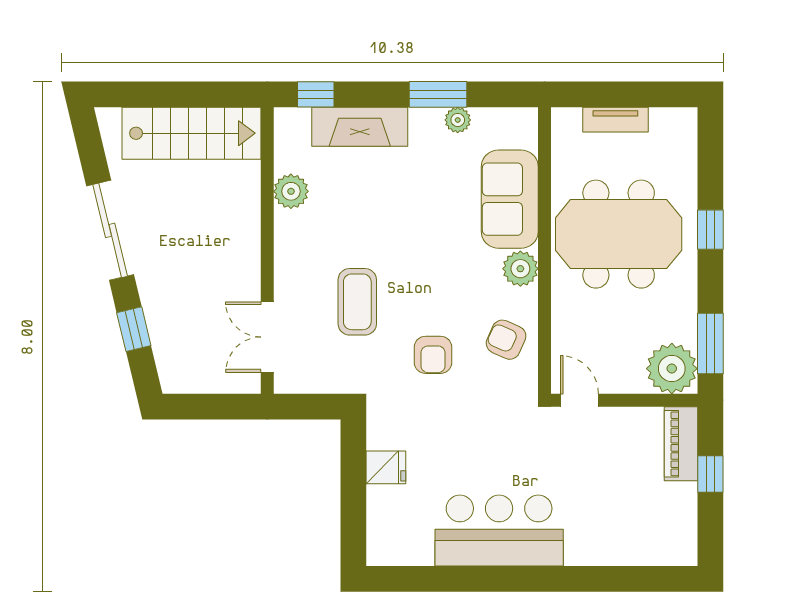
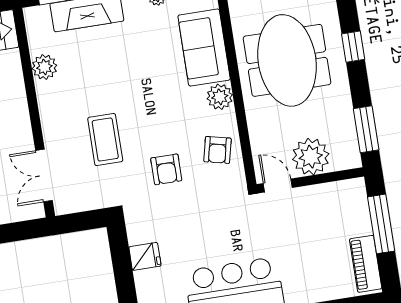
meeting table: (619, 234) -> (287, 60), turned 90
armchair: (506, 340) -> (217, 150), turned -101
plant: (672, 369) -> (311, 157), moved
piano: (681, 444) -> (366, 264), moved
window: (710, 474) -> (381, 224), width x2.17

